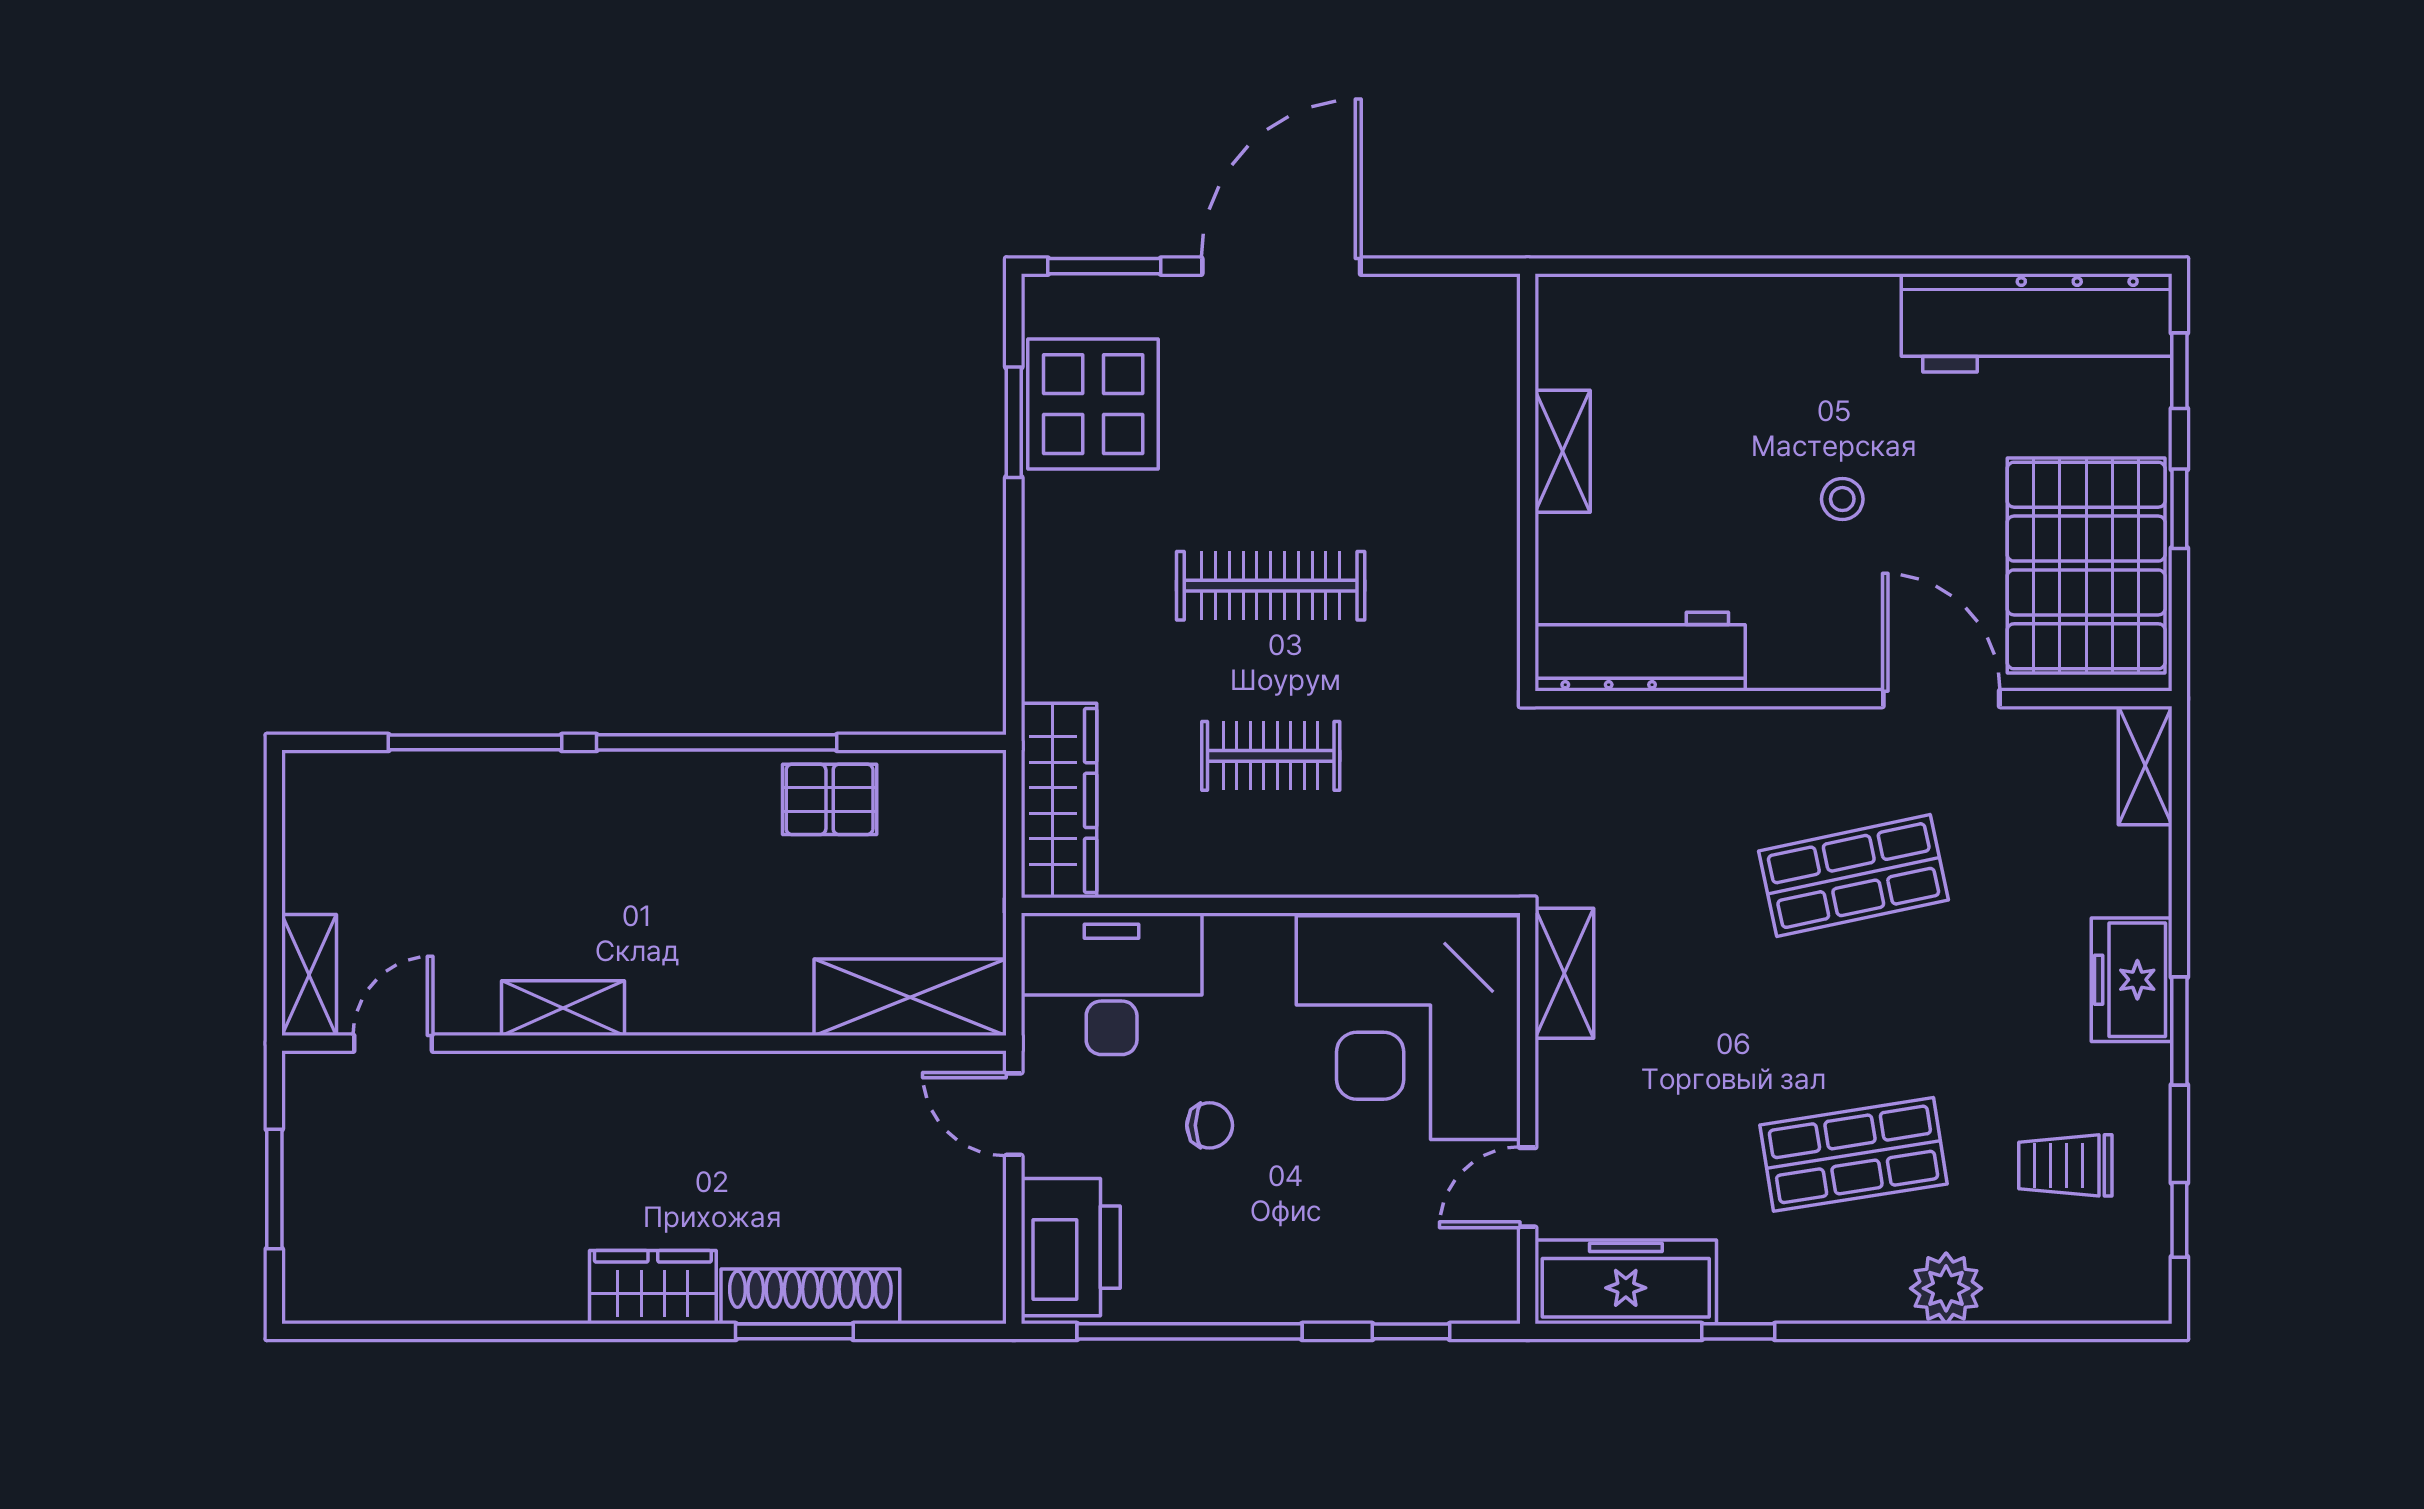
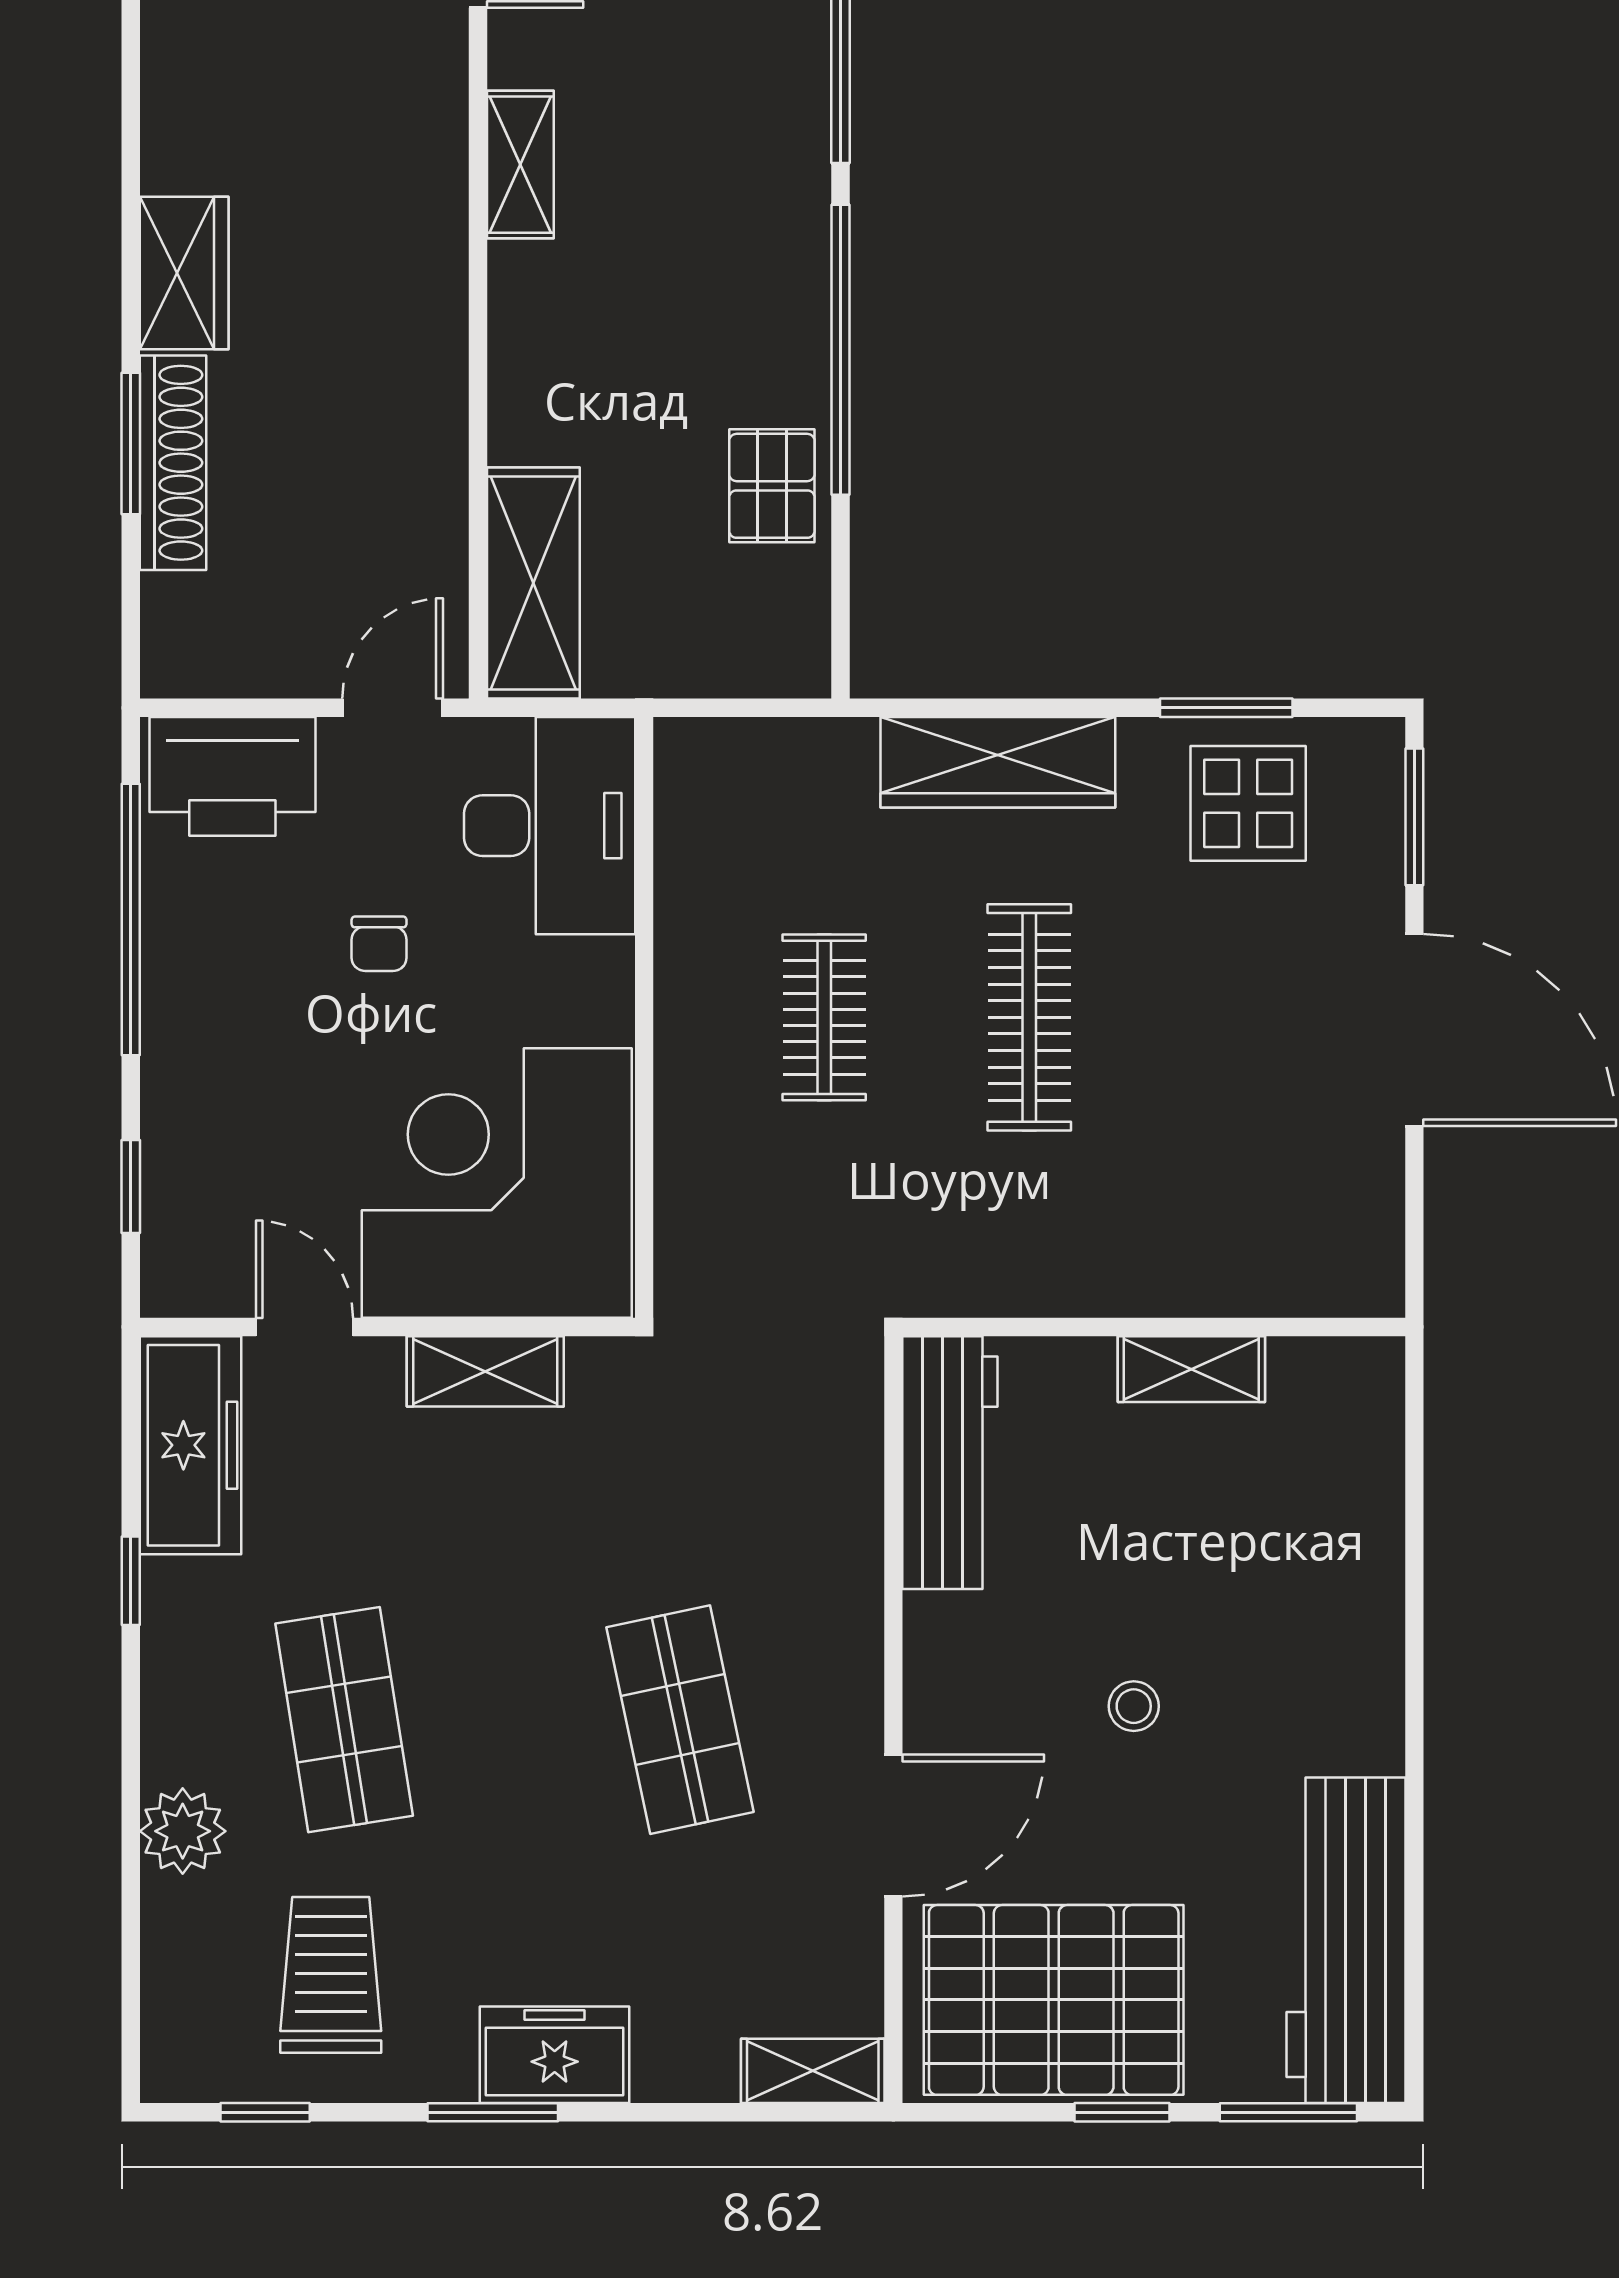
window: (2179, 371) -> (1288, 2112), width x1.50
display table: (1093, 404) -> (1248, 803), width x0.73, depth x0.73
wardrobe: (1059, 800) -> (998, 762), moved
shelving: (1564, 973) -> (485, 1371), moved
trolley: (2065, 1165) -> (331, 1975), width x1.36, depth x1.39

